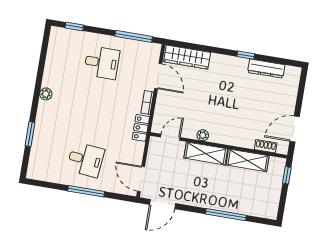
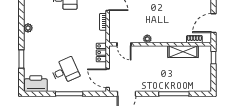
locker: (141, 128) -> (101, 53), moved
door: (170, 137) -> (124, 44), swing flipped
shelving: (206, 153) -> (152, 52), removed
desk: (86, 160) -> (65, 71), turned -30
printer: (44, 170) -> (36, 84), added

